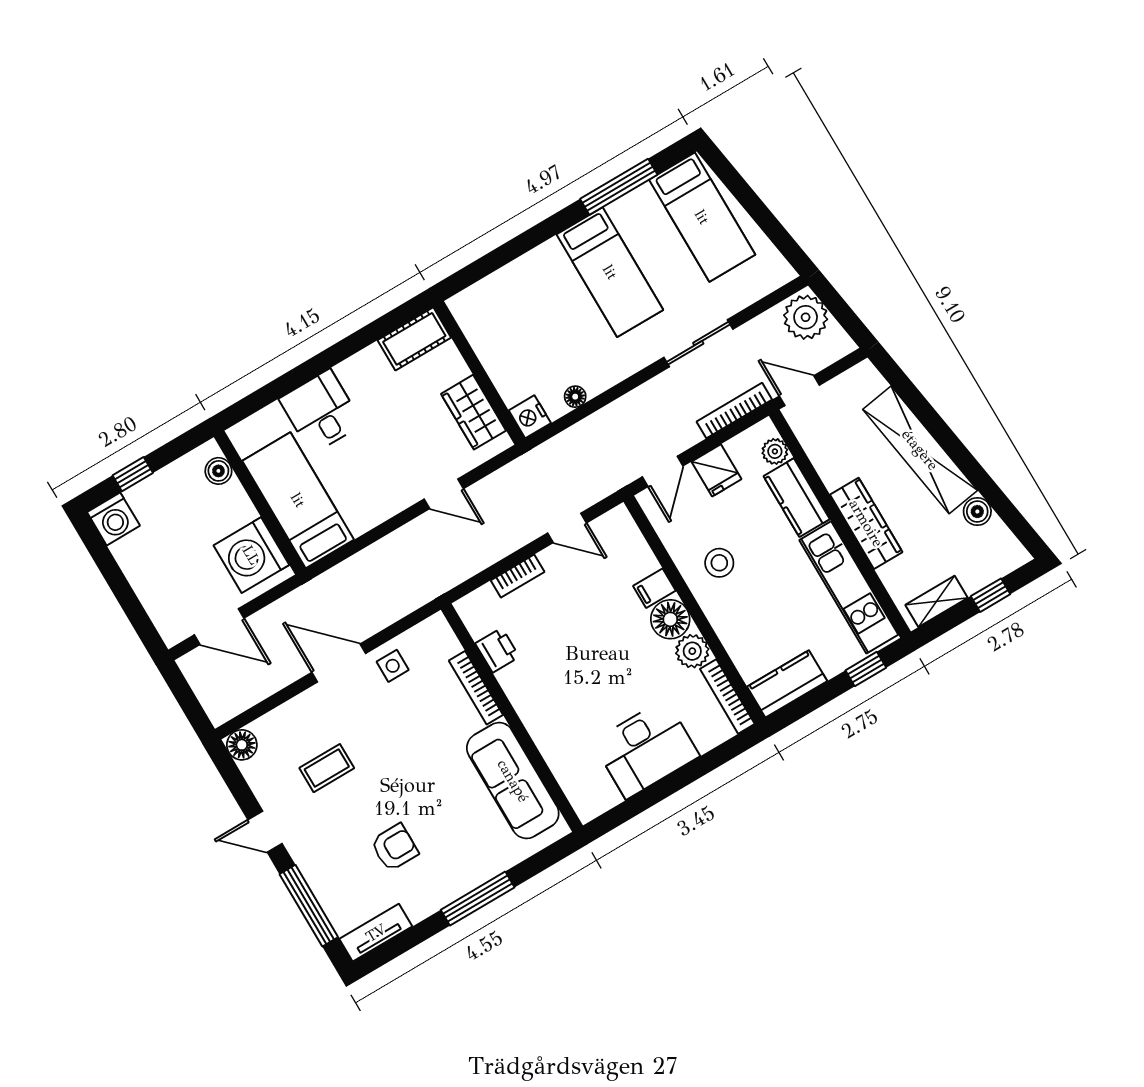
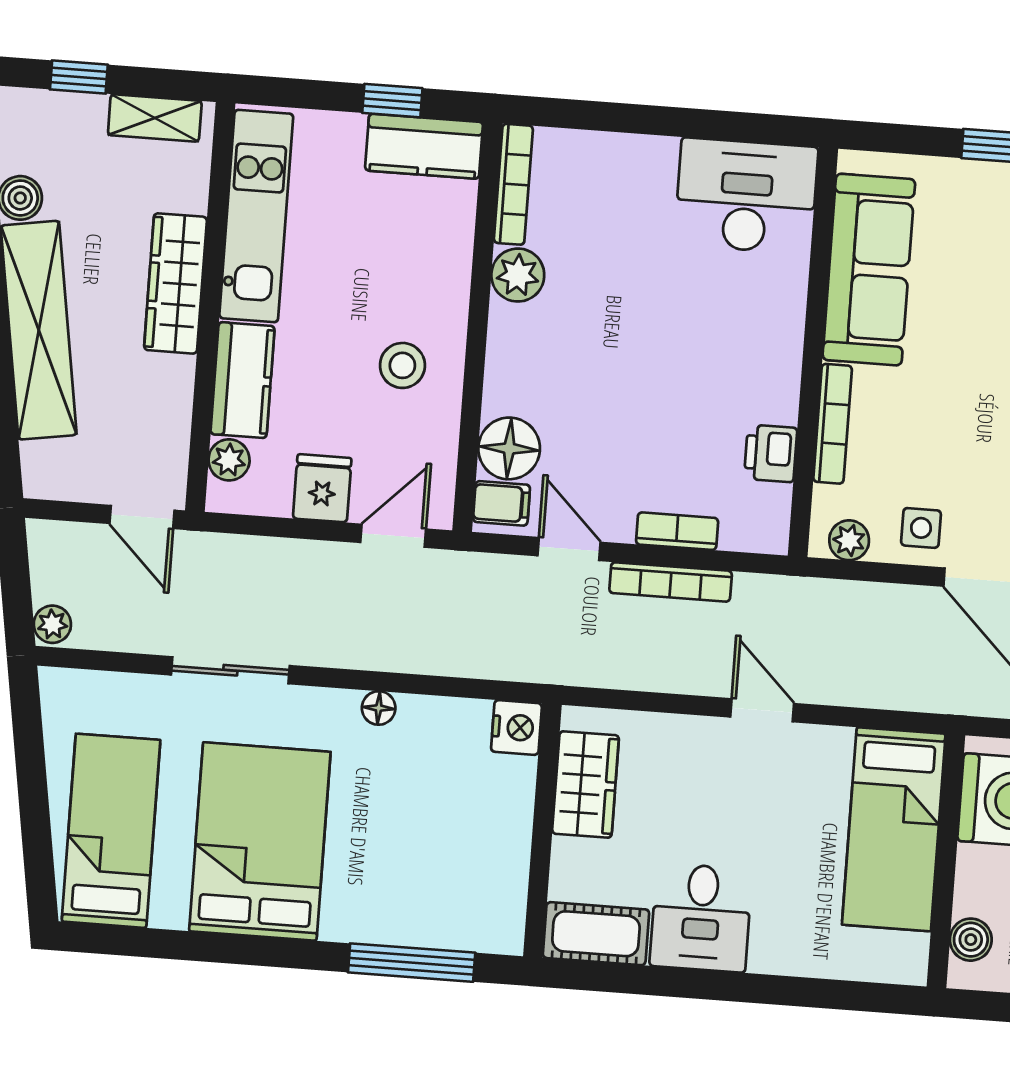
window: (619, 187) -> (412, 963), moved
bed: (610, 272) -> (260, 841), width x1.50
plant: (806, 317) -> (52, 624), width x0.53, depth x0.53
floor lamp: (575, 397) -> (379, 708), moved
bookcase: (734, 411) -> (671, 582), moved
desk: (321, 412) -> (701, 918), moved
door: (444, 494) -> (762, 710), moved
filing cabinet: (654, 588) -> (501, 503), moved
floor lamp: (670, 619) -> (509, 448), moved
plant: (425, 633) -> (849, 540), added
window: (866, 669) -> (392, 101), moved
desk: (646, 749) -> (746, 196), moved

